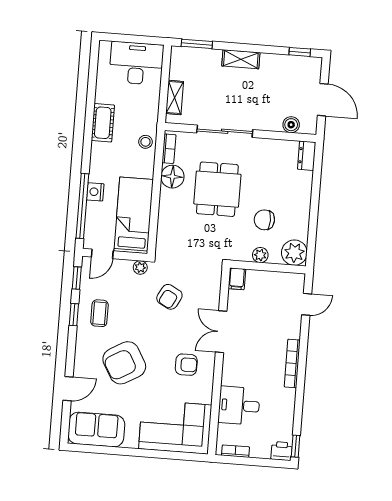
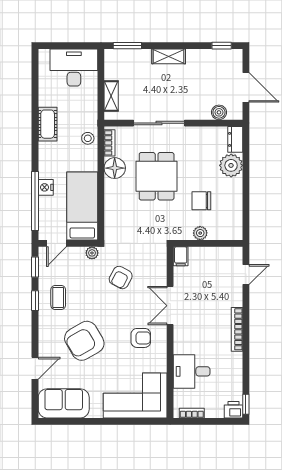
plant: (294, 253) -> (231, 165), moved

